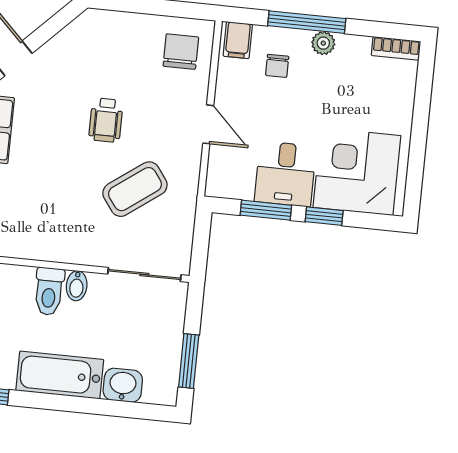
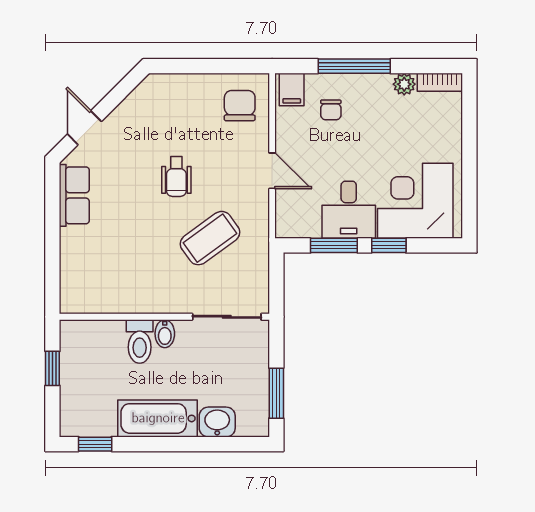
plant: (323, 43) -> (404, 84), moved

